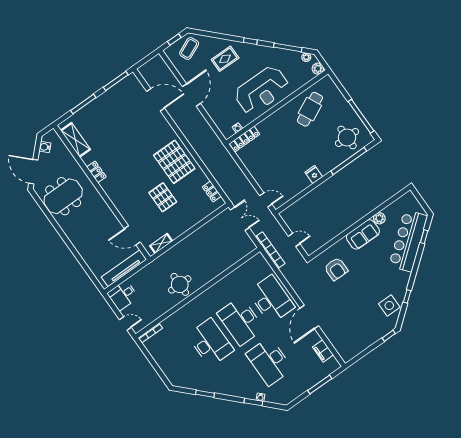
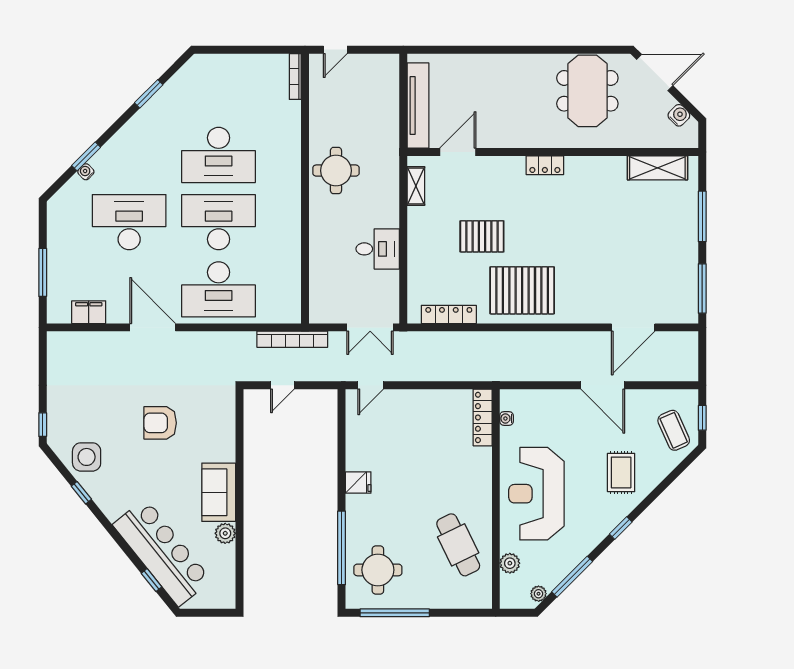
plant: (318, 69) -> (510, 563), moved
locker: (96, 172) -> (545, 165), moved
locker: (212, 192) -> (449, 314), width x1.53
armchair: (336, 269) -> (160, 423), moved
desk: (123, 295) -> (378, 249), moved, turned 90

